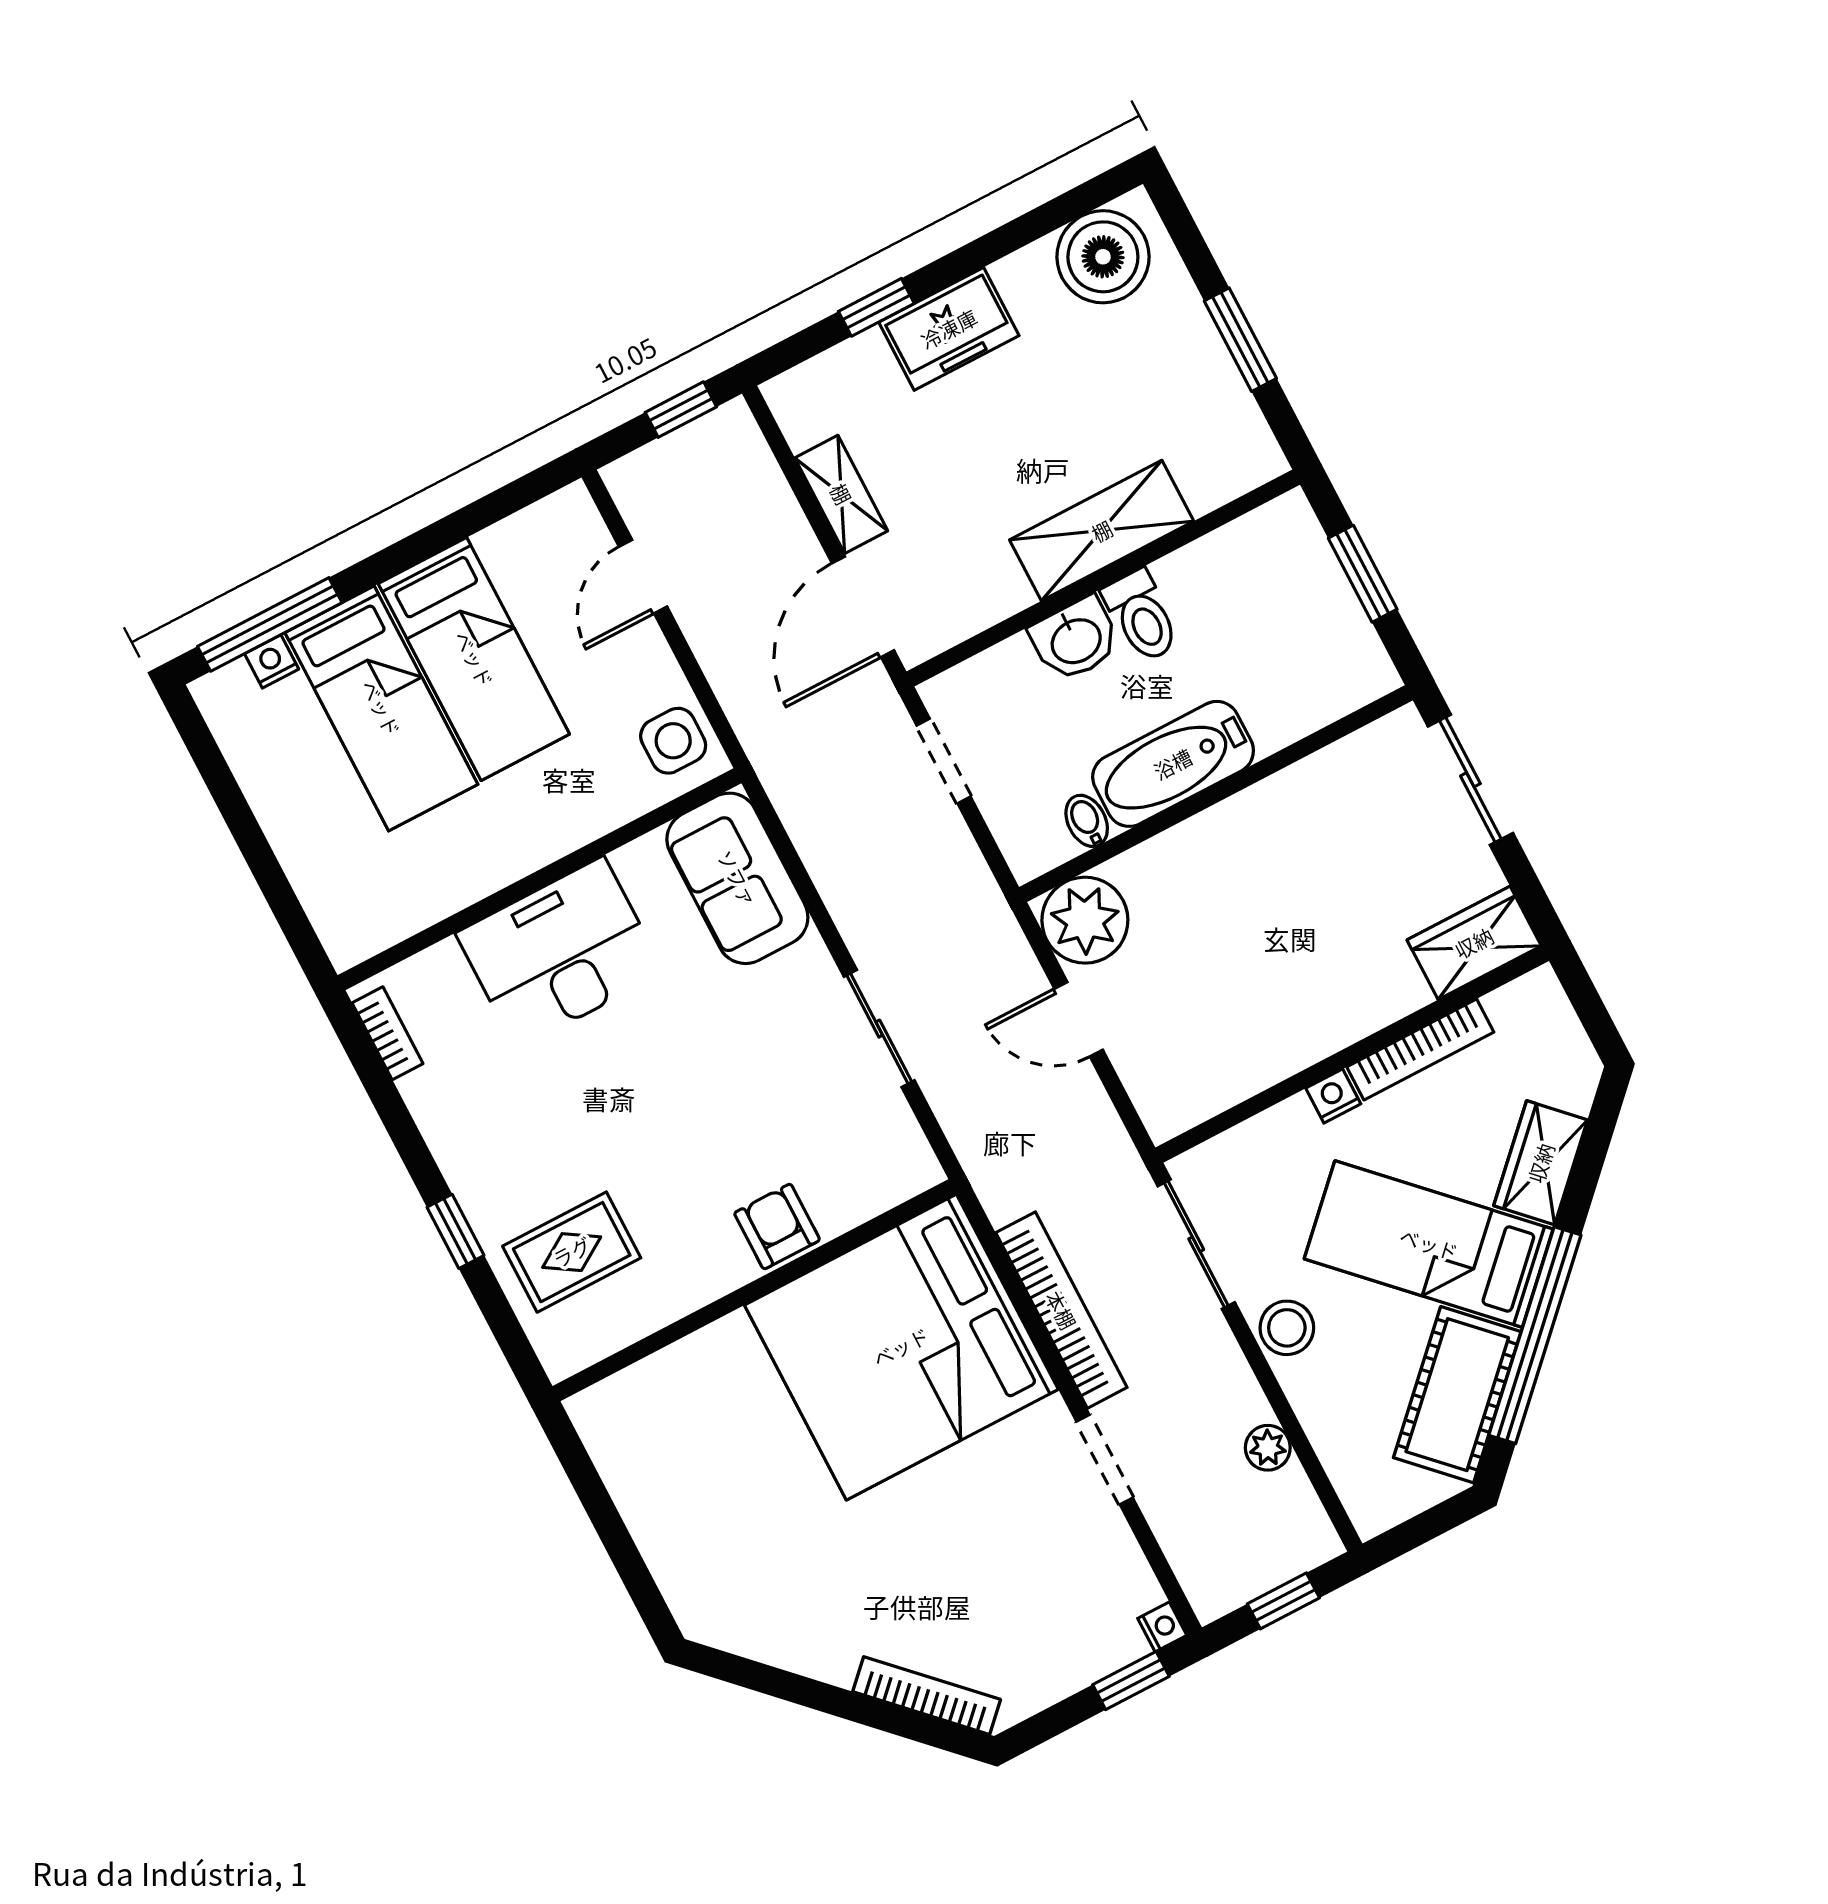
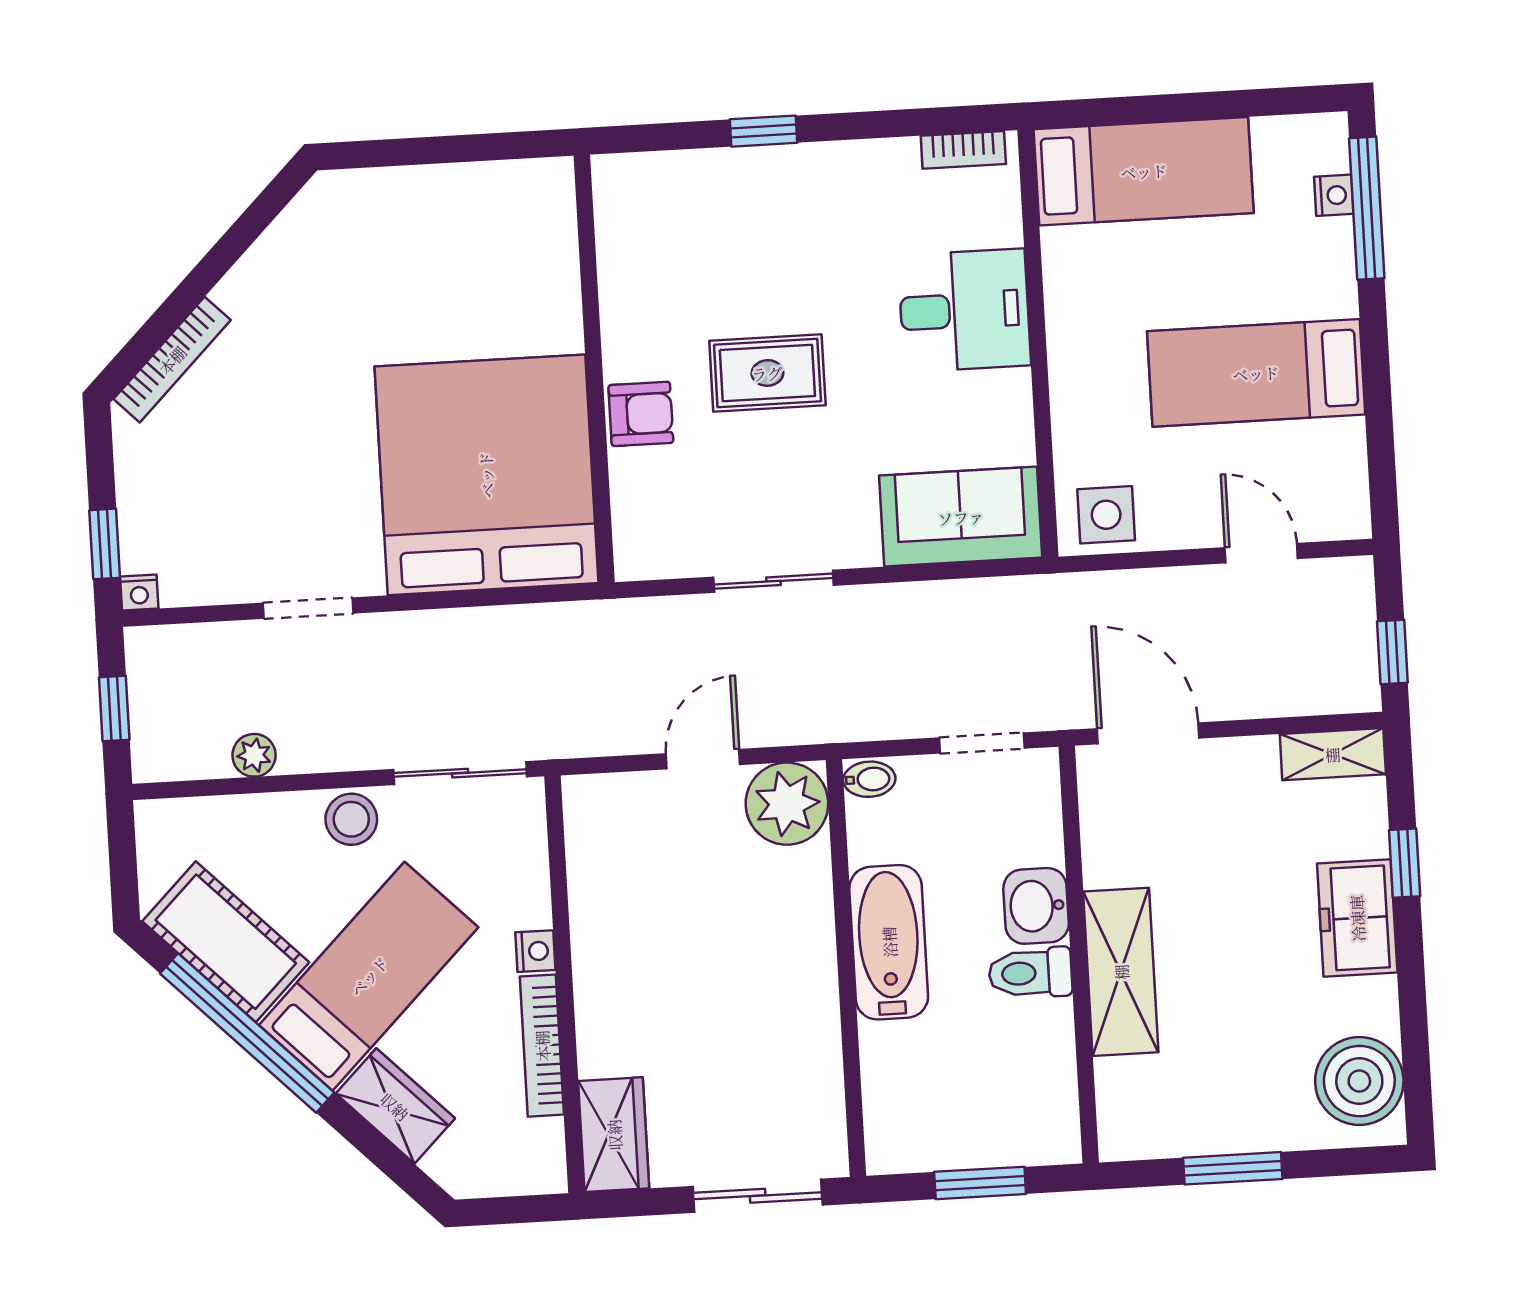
shelving: (841, 494) -> (1333, 754), moved
bed: (381, 708) -> (1144, 171), moved, turned 180
bidet: (1087, 821) -> (869, 779), moved
desk: (560, 953) -> (964, 310), width x0.73
rug: (572, 1252) -> (767, 373), moved, turned 90
bookcase: (1061, 1310) -> (456, 629), removed

